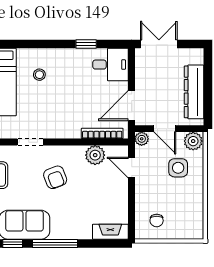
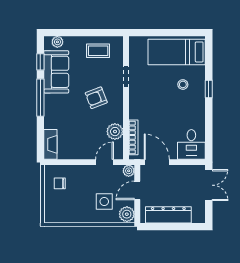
window: (86, 44) -> (209, 89), moved

